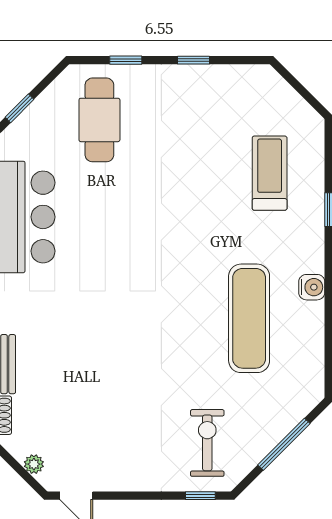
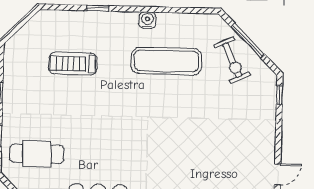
treadmill: (270, 173) -> (73, 64), moved
exercise bike: (207, 443) -> (232, 60), moved, turned -115

